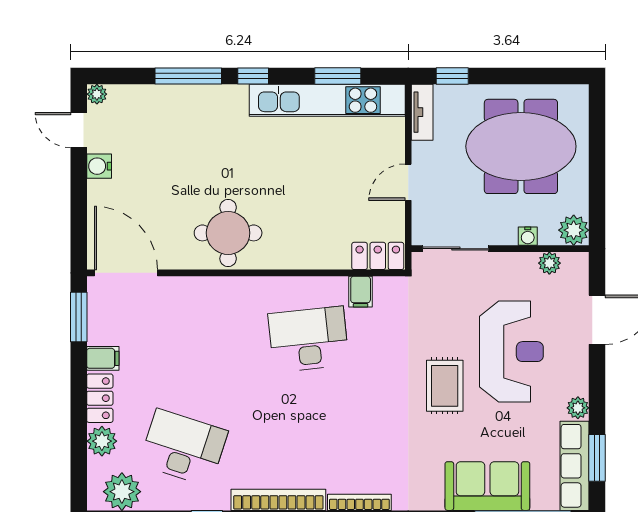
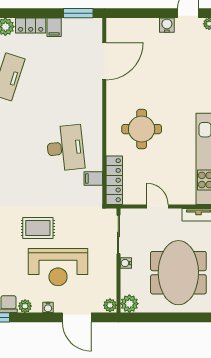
round table: (228, 233) -> (142, 129), moved
water cooler: (528, 236) -> (126, 263), moved
locker: (378, 256) -> (114, 180), width x1.53
plant: (549, 263) -> (110, 305), moved
door: (126, 273) -> (104, 61), moved
water cooler: (580, 369) -> (48, 307), added

